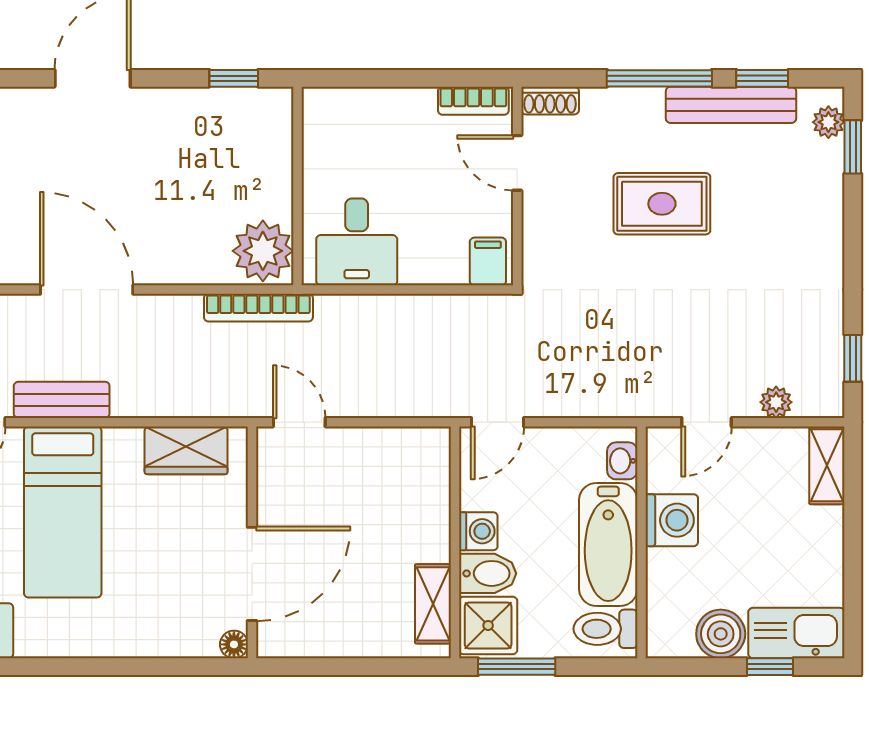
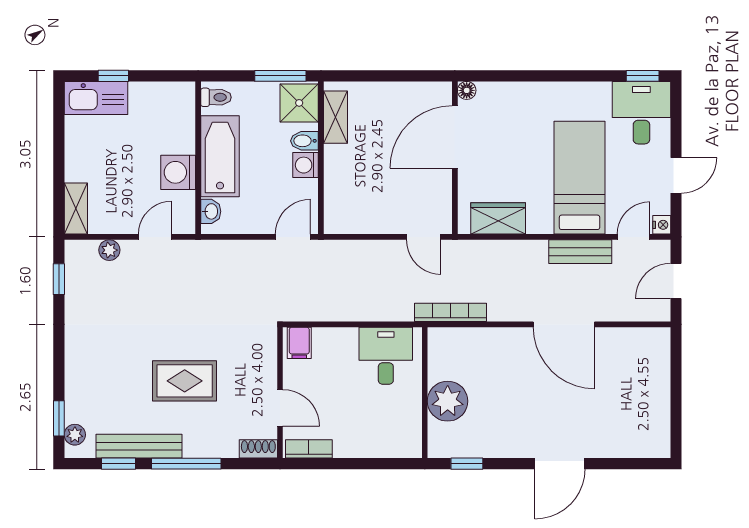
plant: (263, 251) -> (448, 401), moved
bidet: (488, 573) -> (304, 141), width x0.72, depth x0.74
toilet: (605, 629) -> (216, 97), width x0.73, depth x0.72
boiler: (721, 634) -> (146, 97), removed

